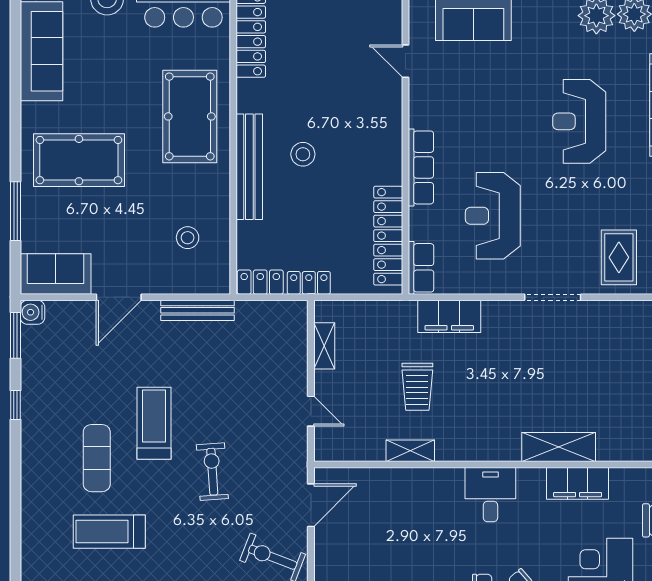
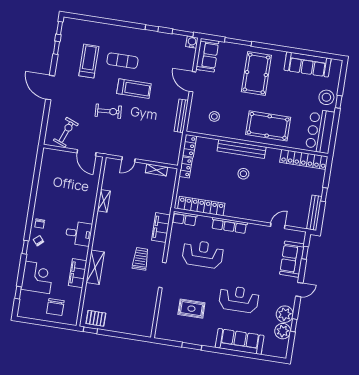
rug: (619, 257) -> (191, 309), moved
trolley: (417, 387) -> (140, 259), moved, turned 90

